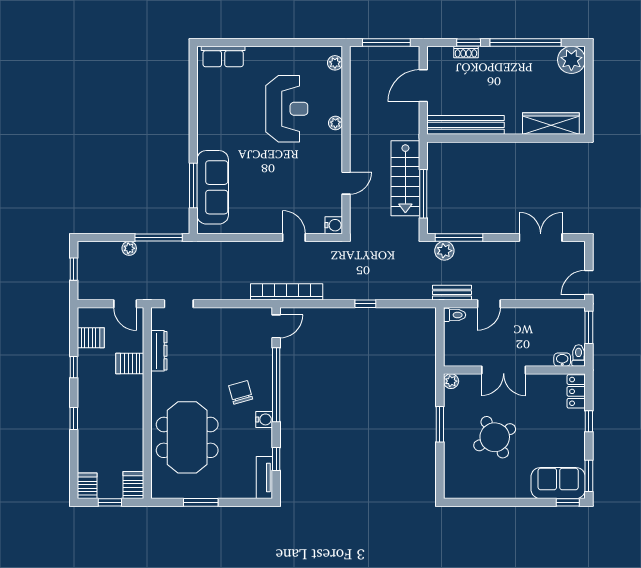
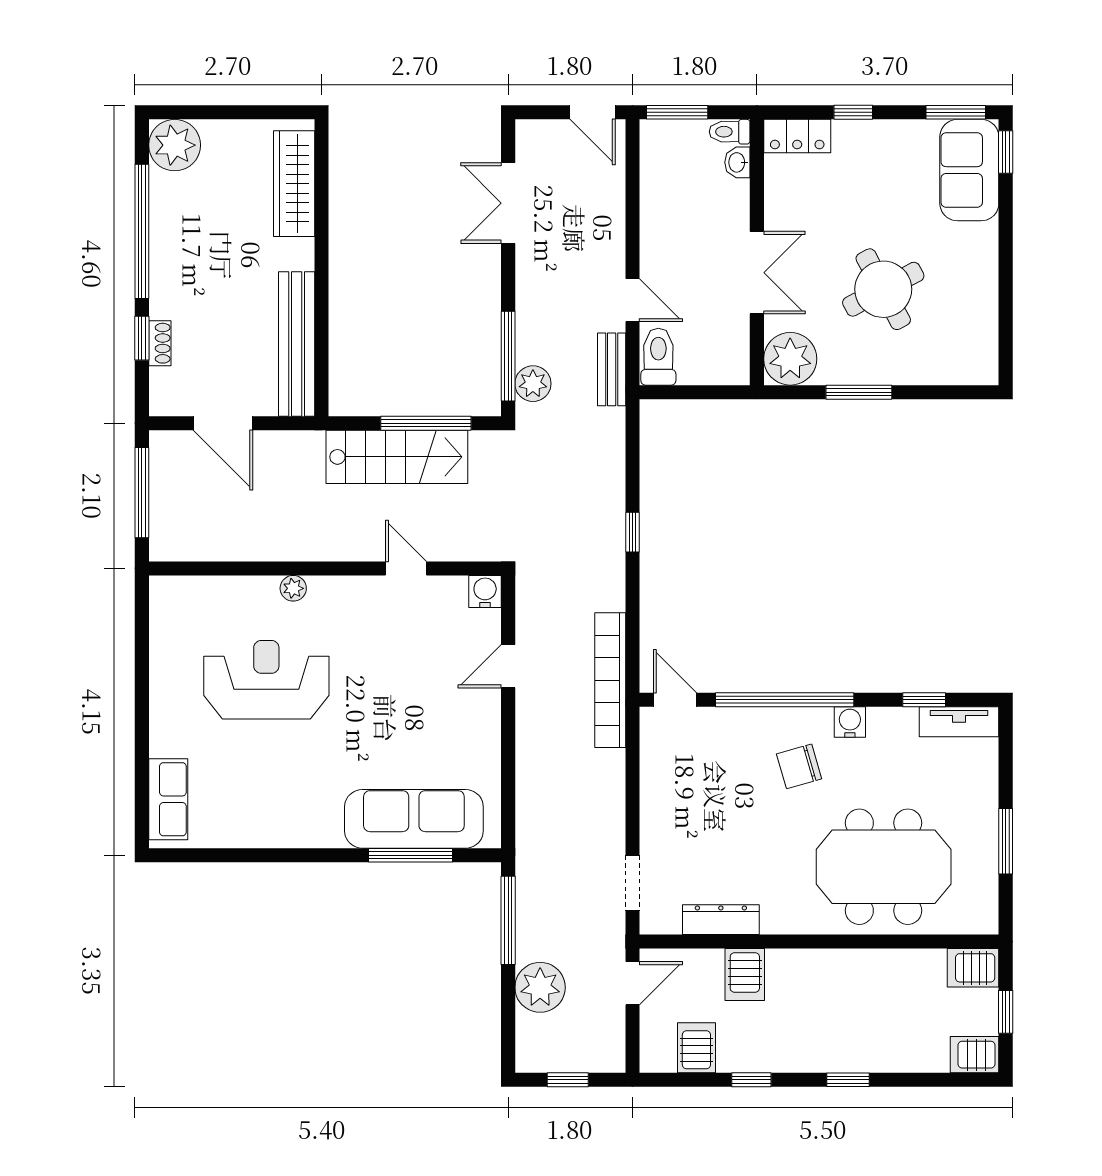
plant: (335, 63) -> (180, 589), removed
plant: (129, 248) -> (540, 987), width x1.88, depth x1.88
toilet: (455, 315) -> (658, 357), width x1.37, depth x1.39
plant: (451, 381) -> (790, 359), width x1.88, depth x1.88

